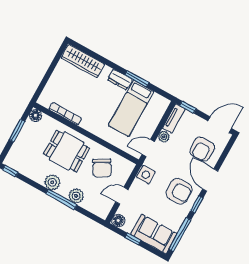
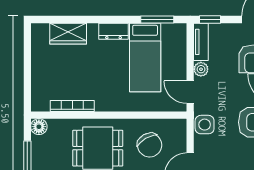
wardrobe: (83, 61) -> (68, 34), width x0.67
window: (137, 79) -> (157, 19), moved
door: (148, 148) -> (190, 92), hinge flipped

